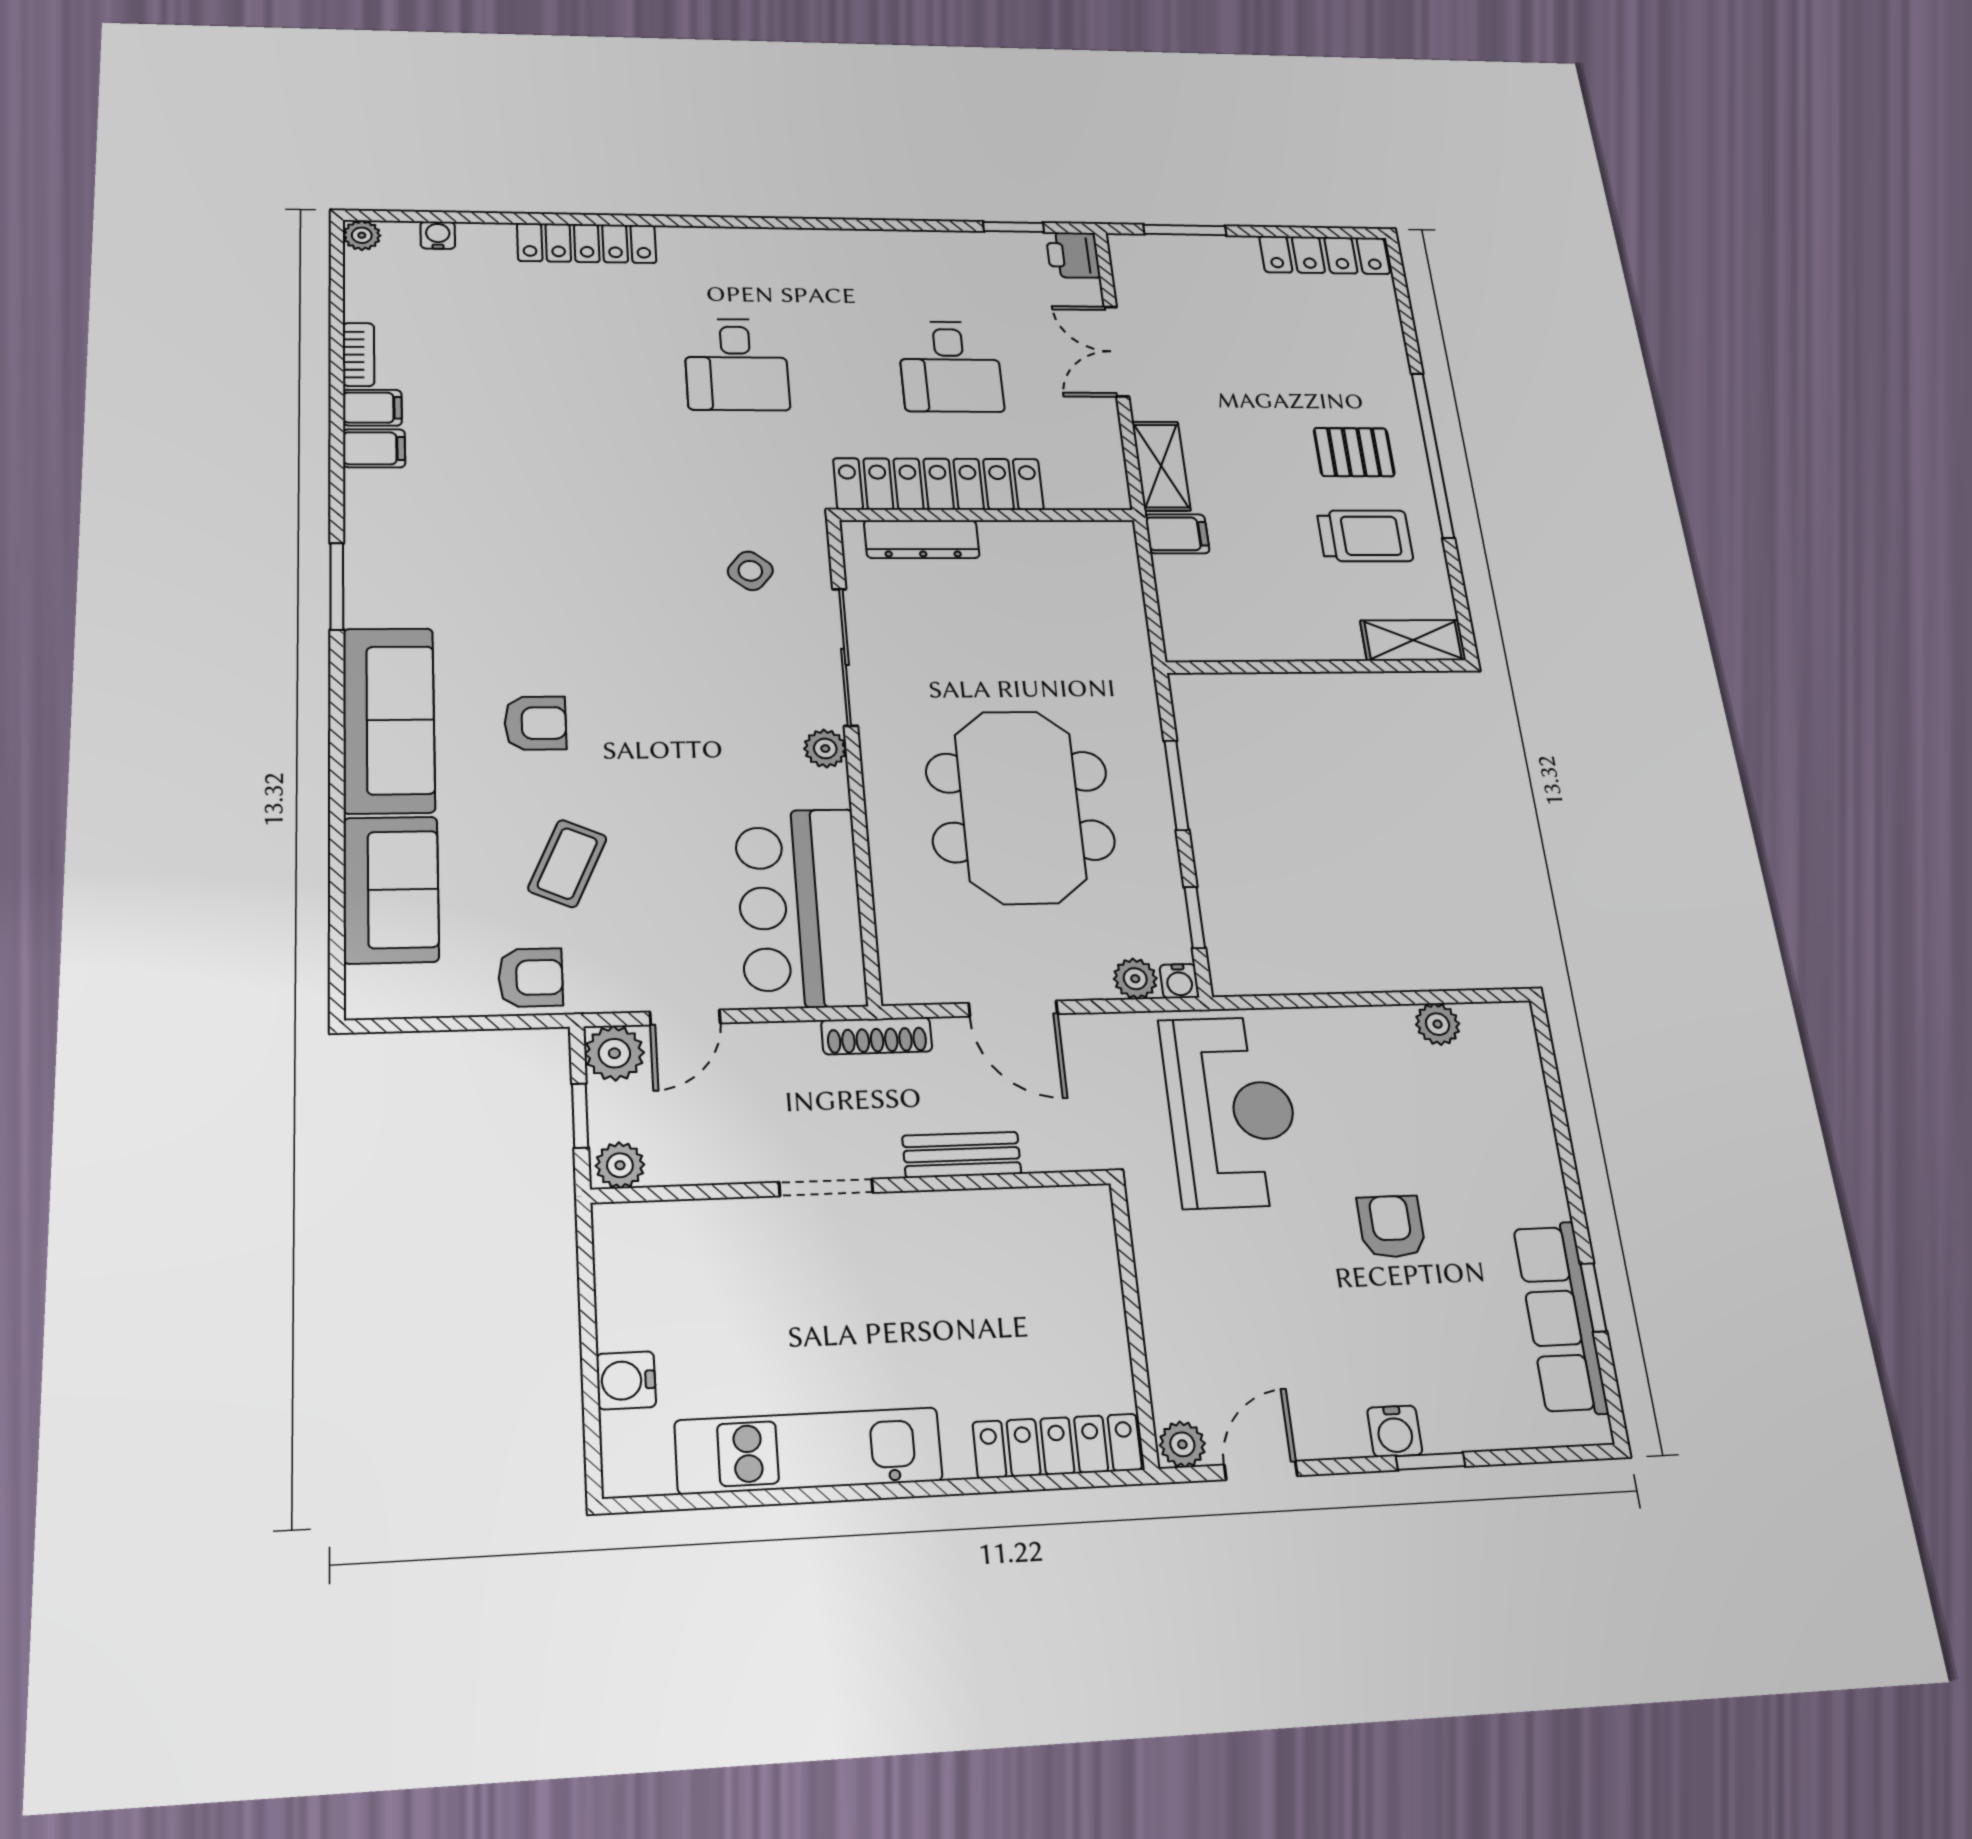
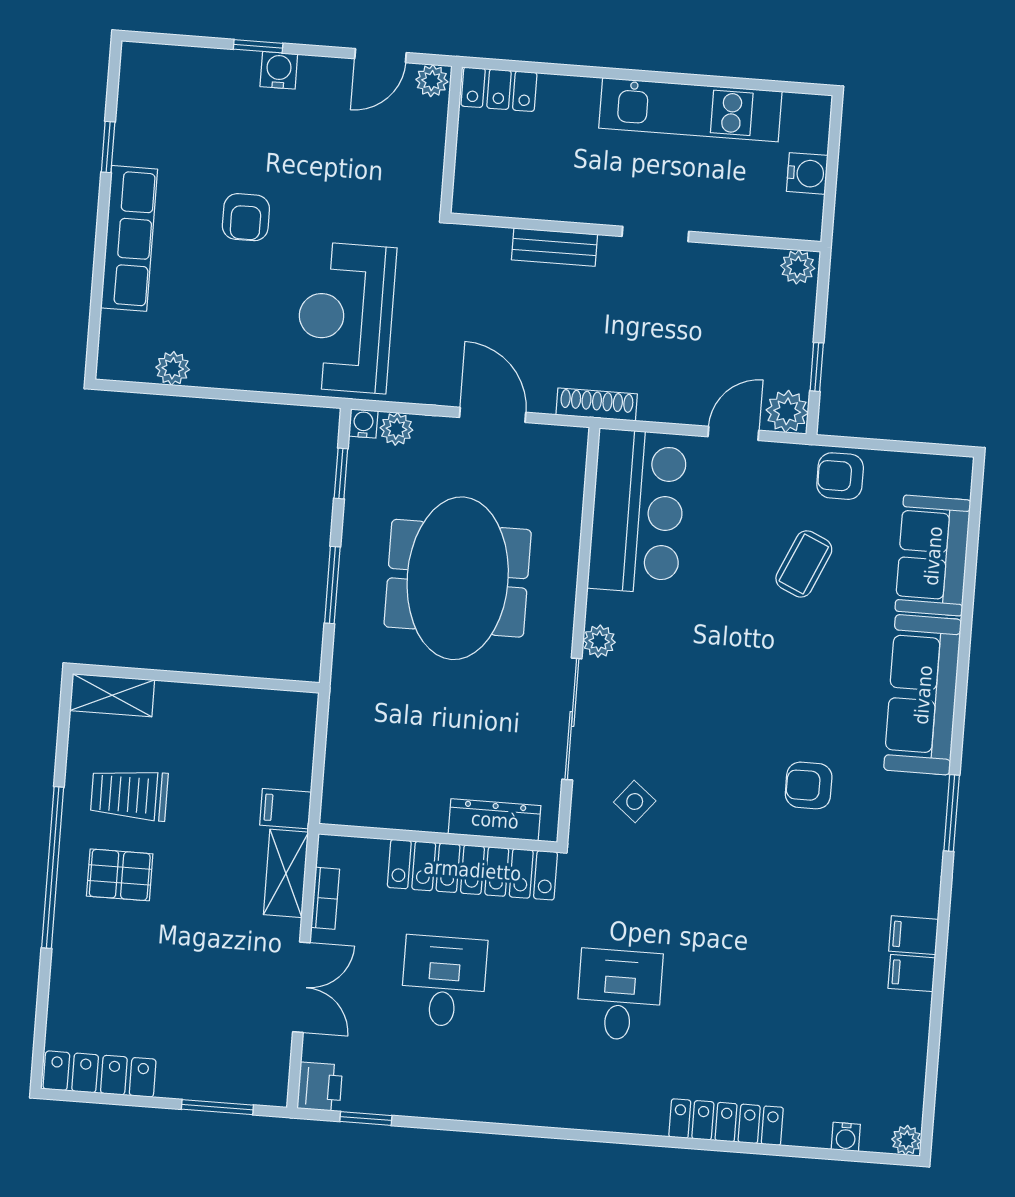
bookcase: (359, 354) -> (325, 898), moved, turned 180
armchair: (535, 723) -> (809, 785), moved
bench: (962, 1155) -> (554, 247), moved
plant: (620, 1165) -> (798, 267), moved
wall: (854, 1186) -> (636, 232), moved
doorway: (826, 1187) -> (655, 234), moved
row of seats: (1560, 1318) -> (129, 238), moved
locker: (1057, 1446) -> (499, 89), width x0.66

